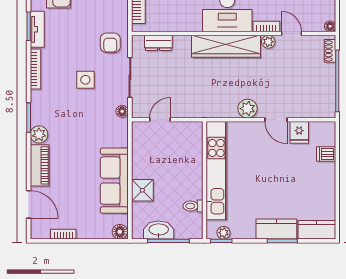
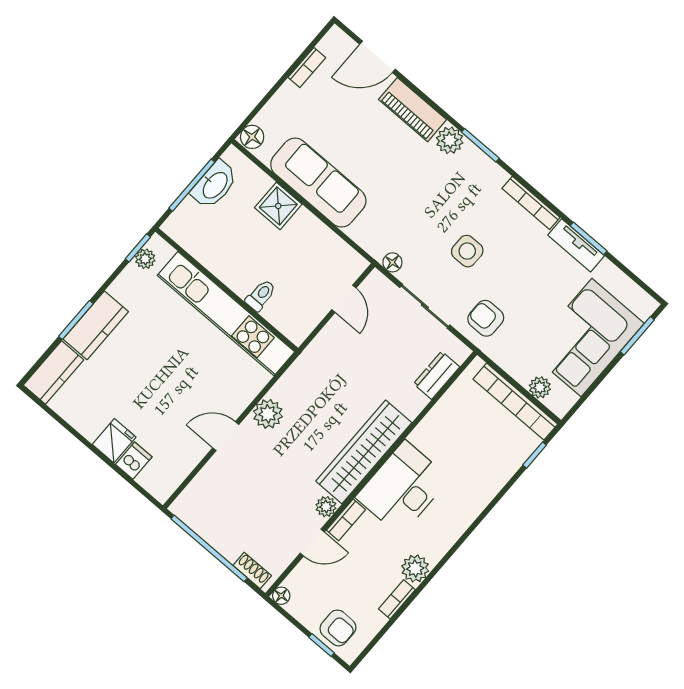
fridge: (299, 132) -> (114, 441), moved, turned 90
toilet: (193, 206) -> (261, 295), moved

